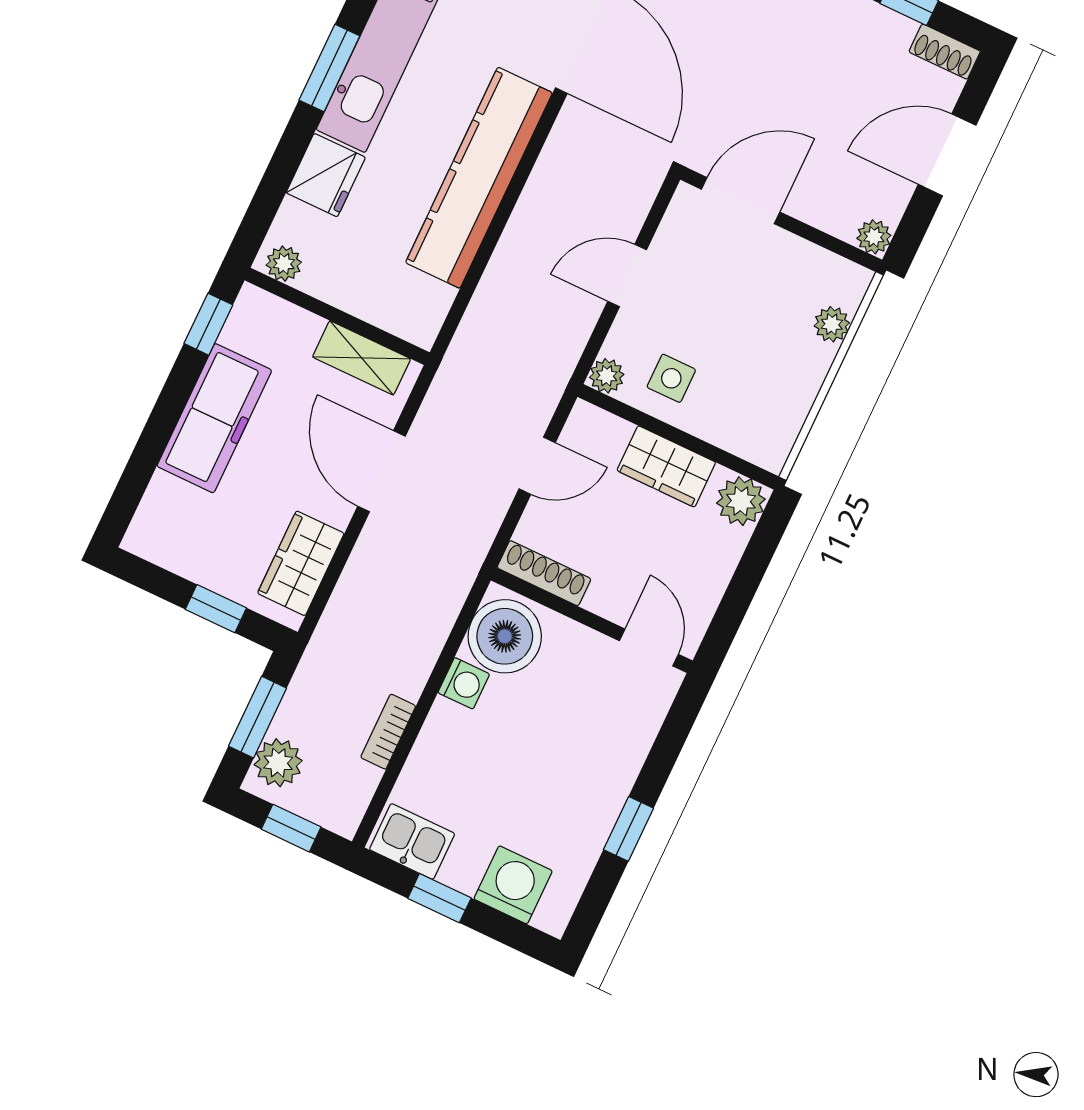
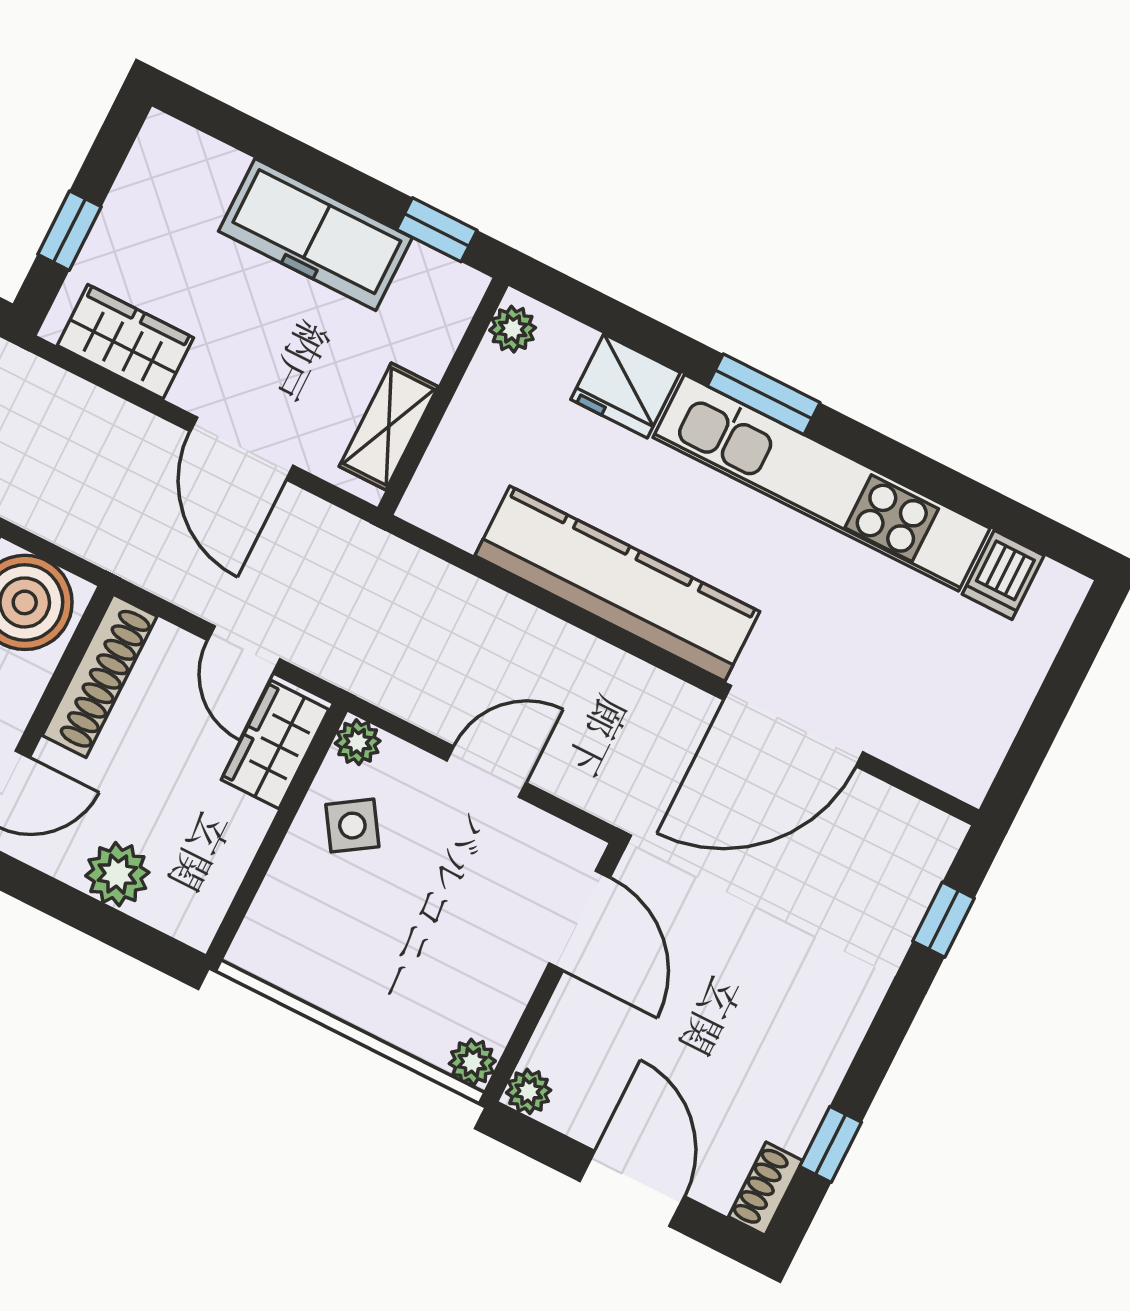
door: (627, 276) -> (486, 772), hinge flipped
plant: (832, 324) -> (472, 1062), moved
side table: (671, 378) -> (352, 826), turned -33
wardrobe: (666, 466) -> (275, 745), moved
door: (381, 471) -> (242, 448), swing flipped
plant: (741, 501) -> (117, 874), moved
shoe rack: (544, 573) -> (100, 676), width x1.36, depth x1.24

